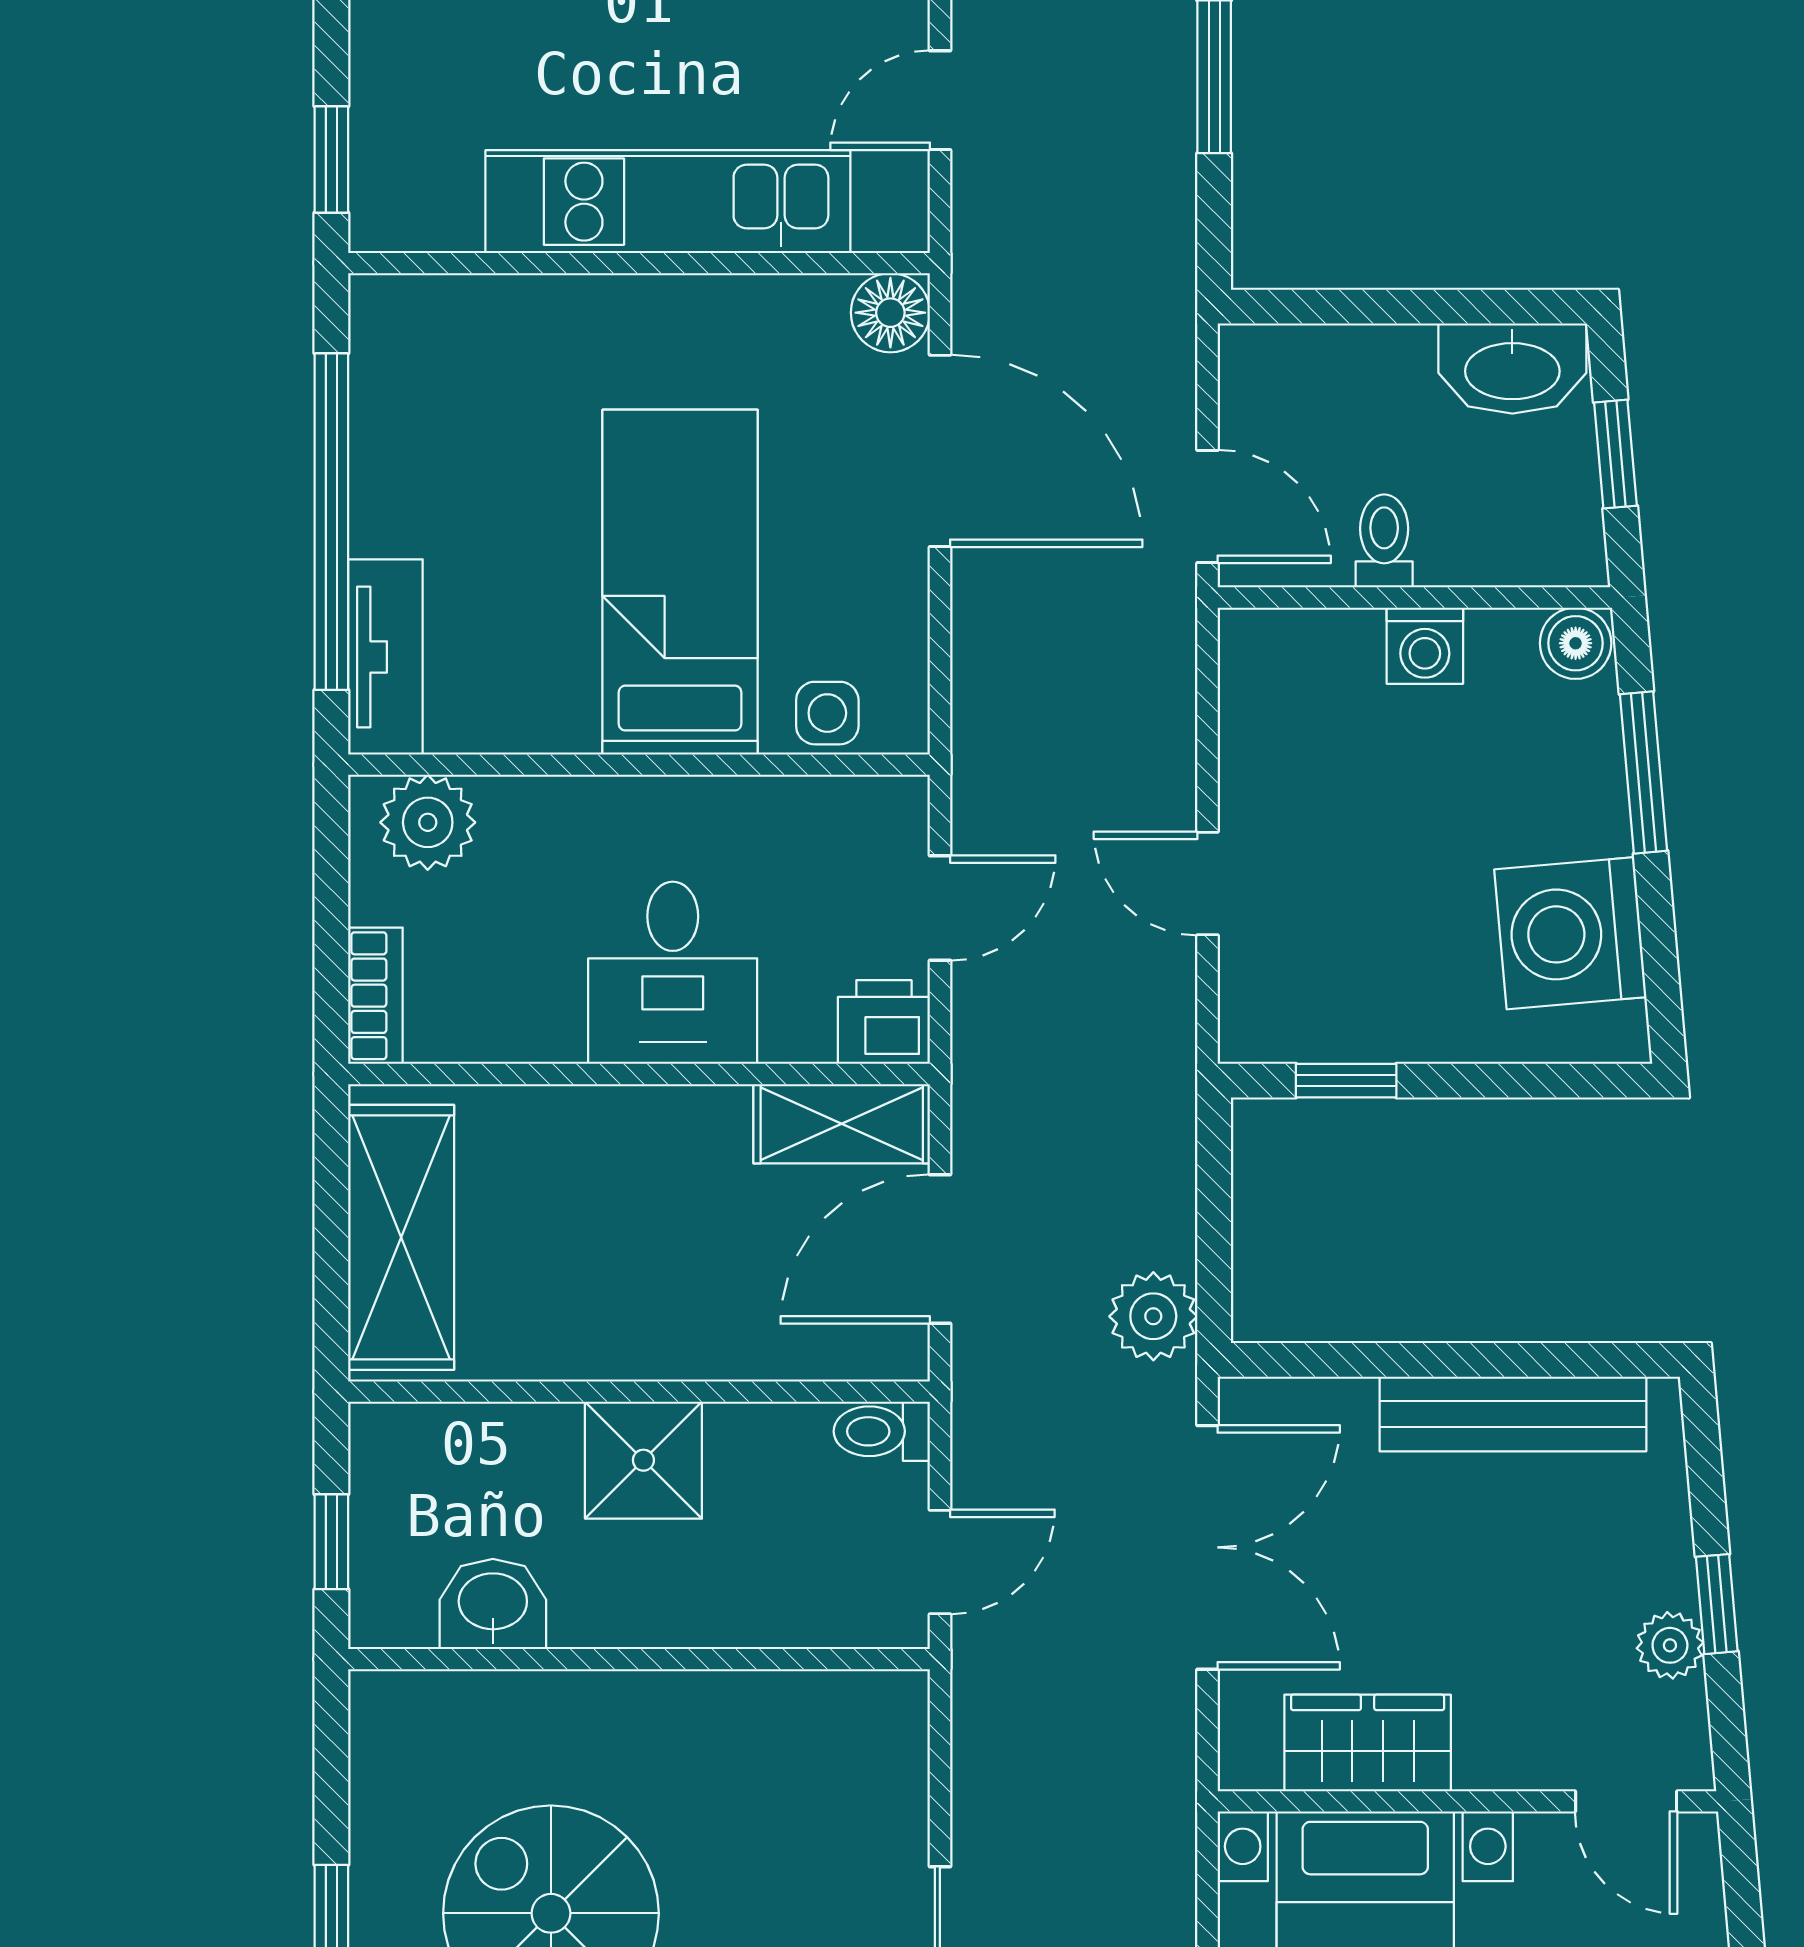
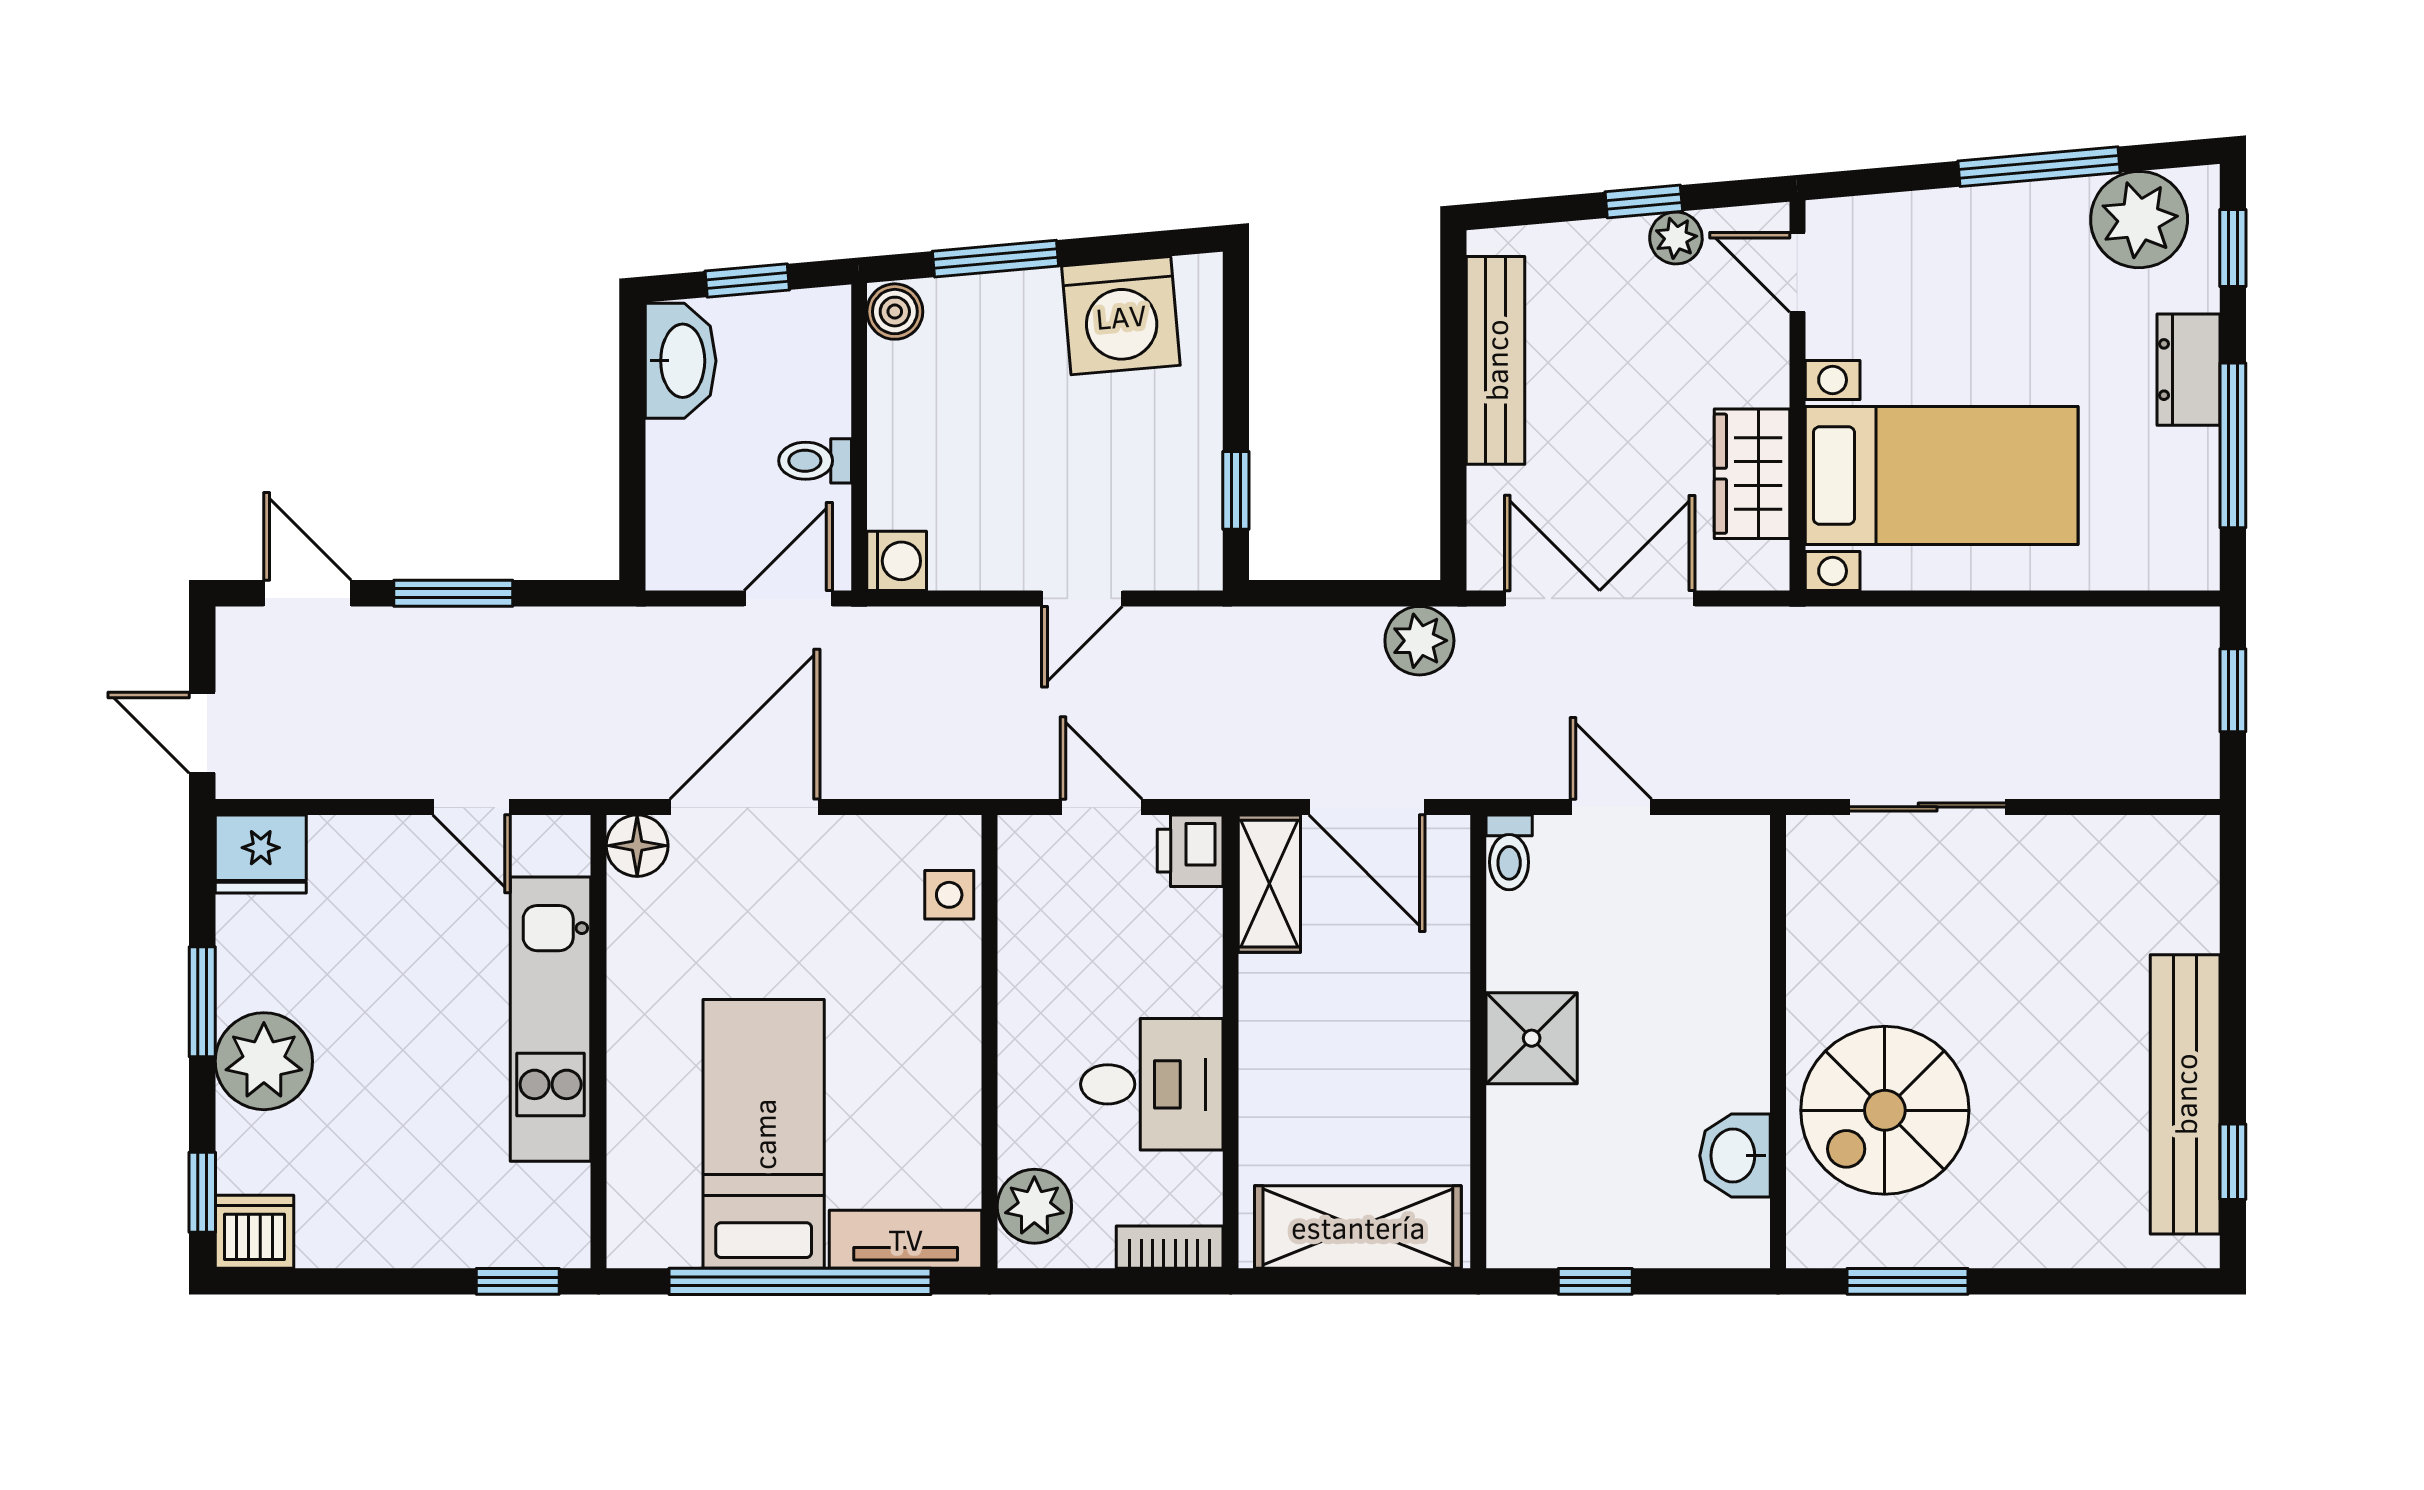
bed: (680, 582) -> (764, 1134), moved, turned 90
washing machine: (1425, 646) -> (897, 561), moved
desk: (673, 973) -> (1152, 1084), moved
washbasin: (493, 1604) -> (1735, 1156), moved
wall: (639, 1659) -> (1778, 1042), moved
door: (1626, 1801) -> (1798, 272), swing flipped

